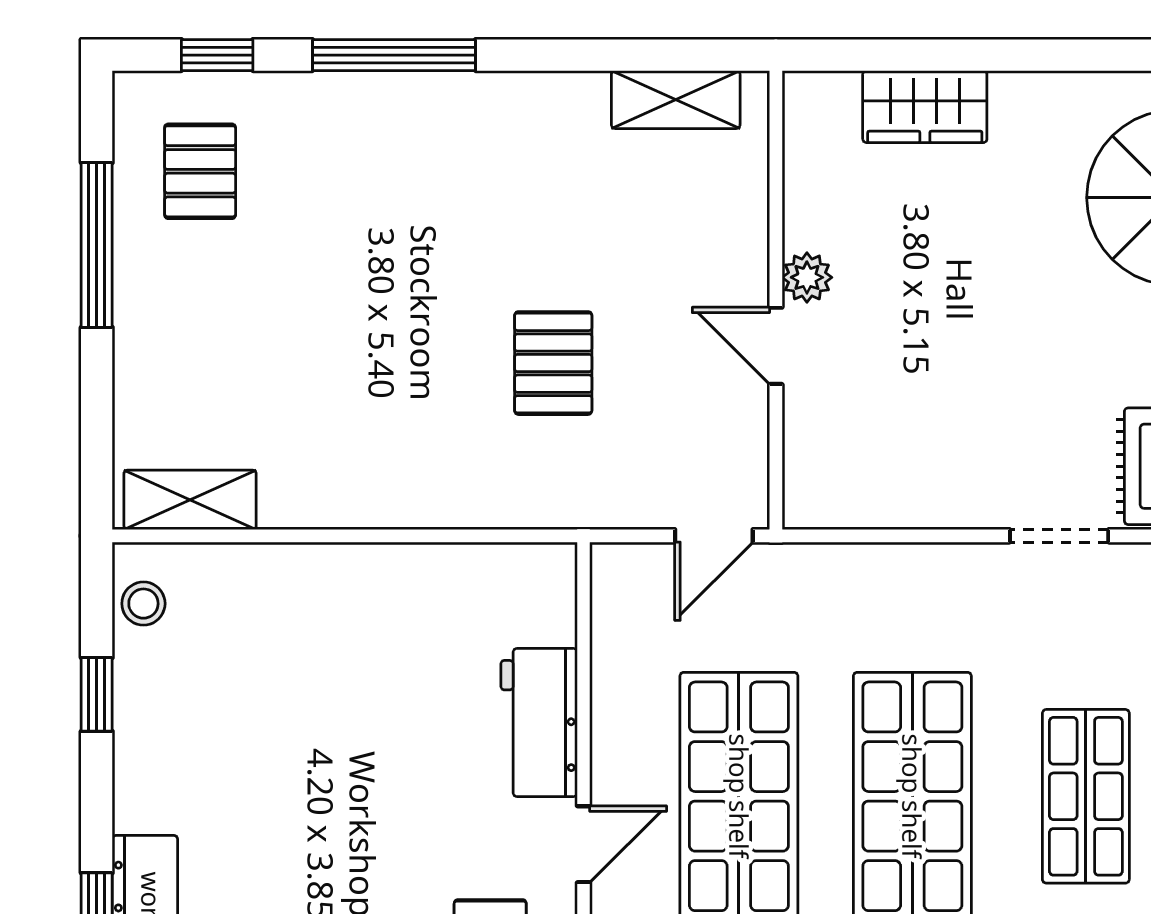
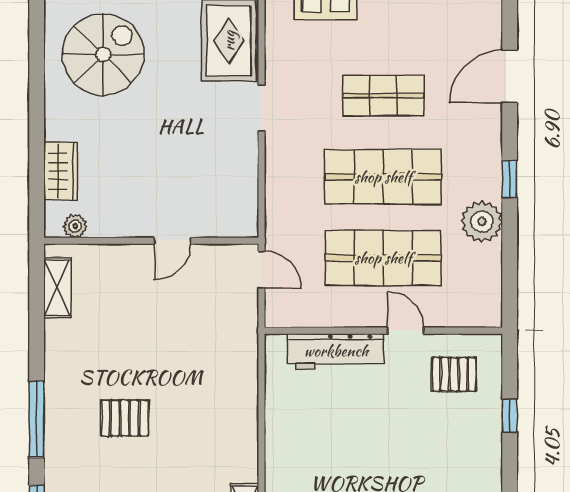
plant: (807, 277) -> (75, 226), moved
pallet: (553, 363) -> (125, 418), moved
workbench: (539, 723) -> (336, 351), width x1.38

